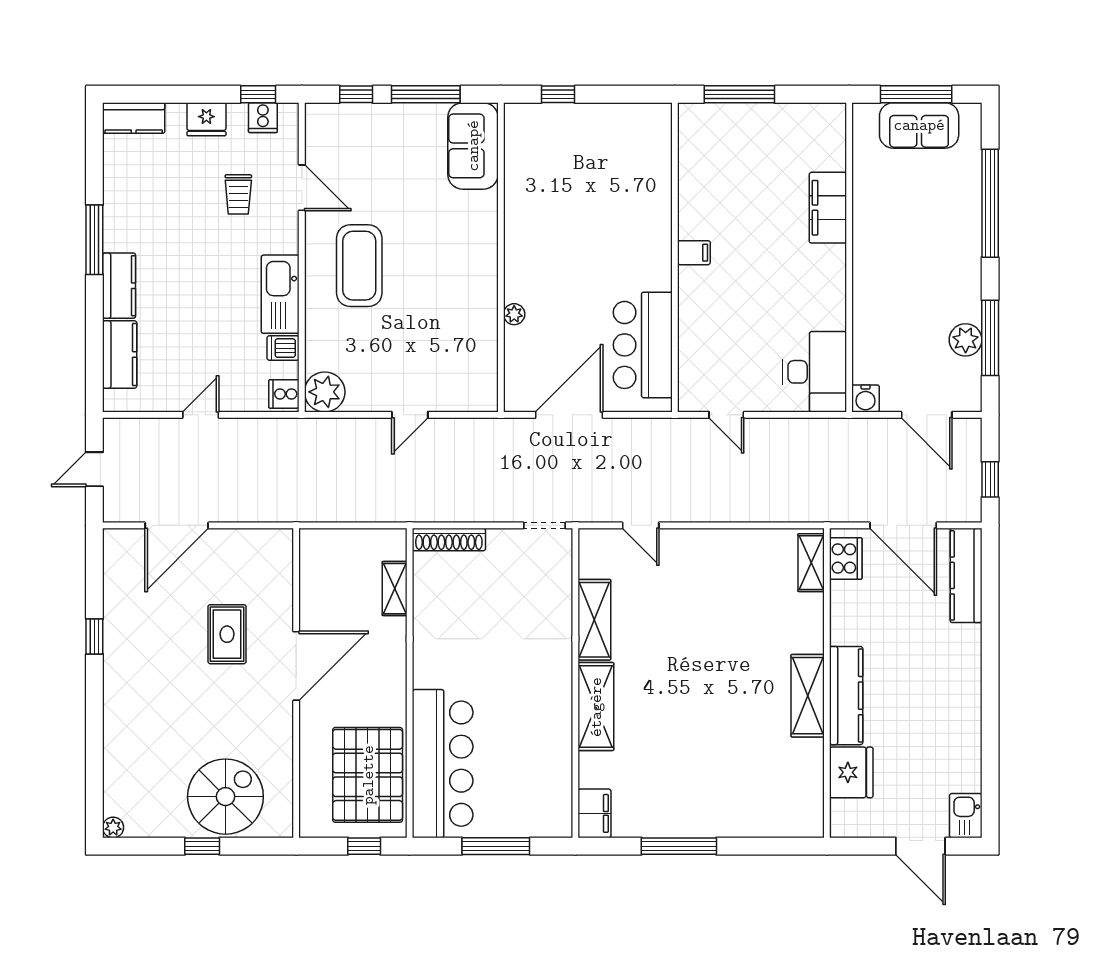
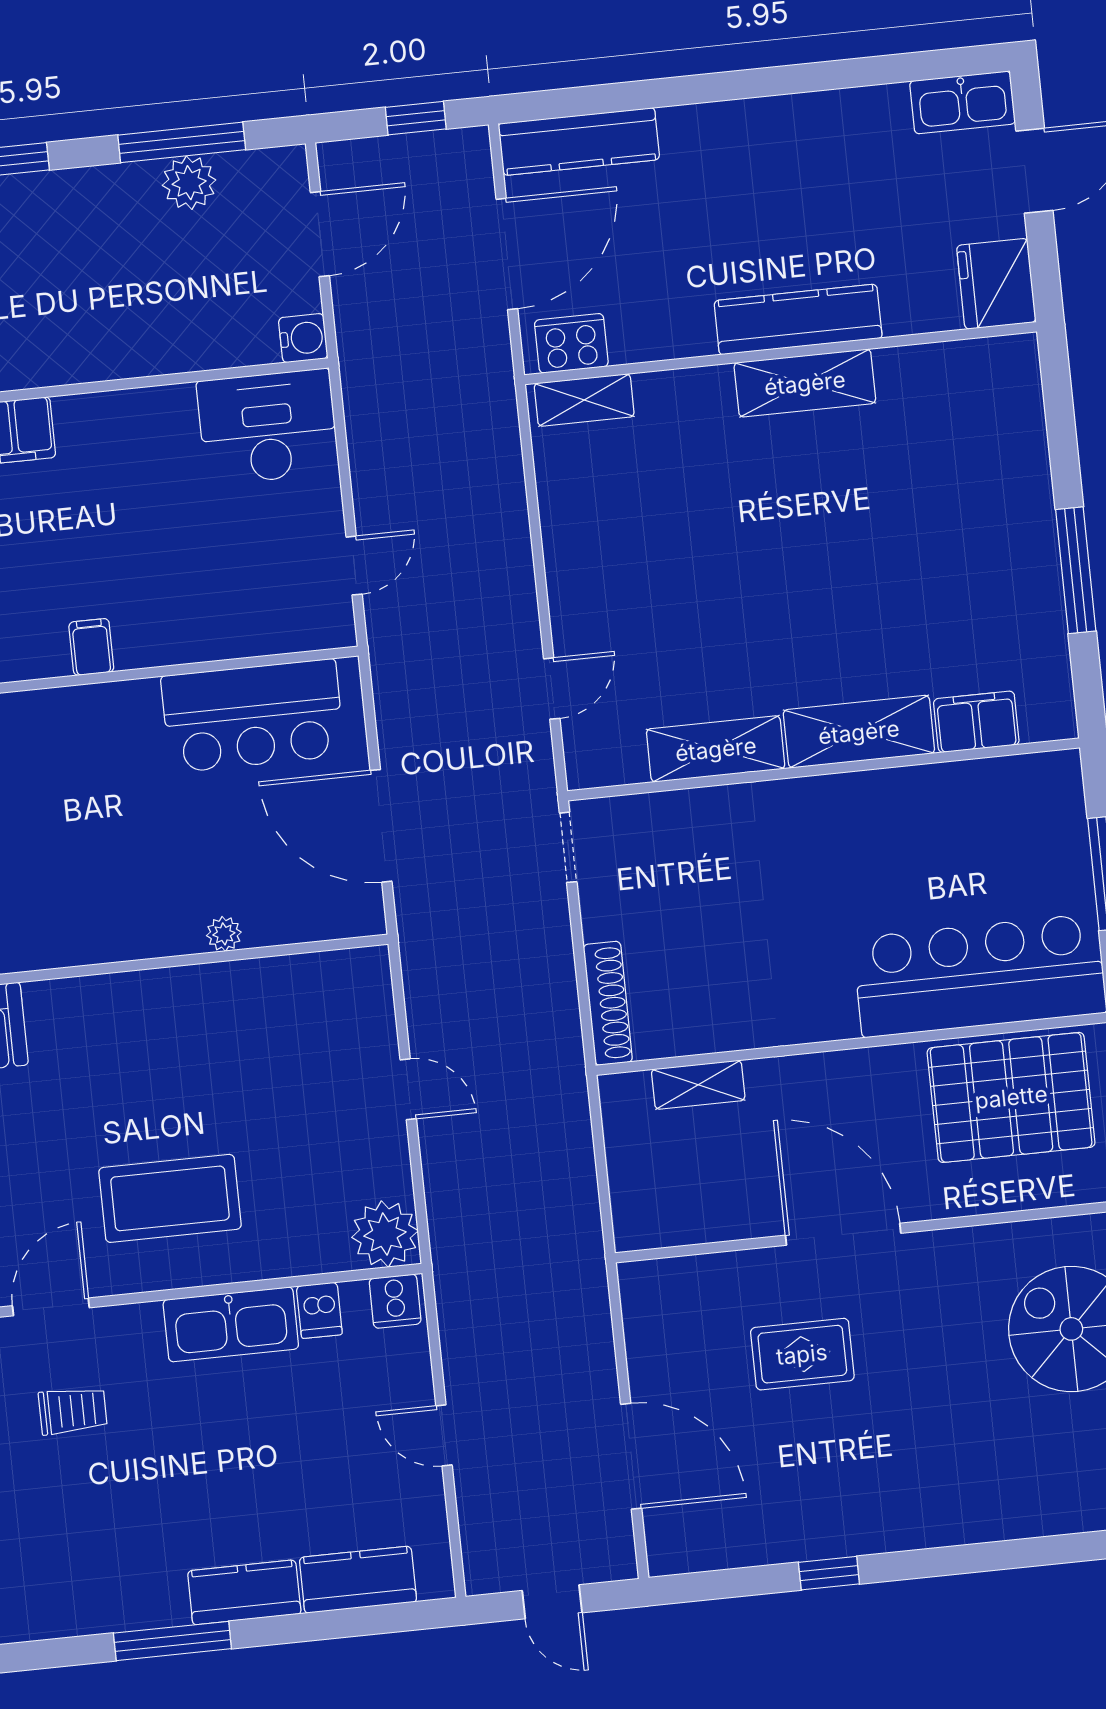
fridge: (851, 772) -> (996, 284), moved, turned -90
filing cabinet: (594, 813) -> (976, 722), moved
kitchen sink: (966, 816) -> (963, 102), width x1.38

